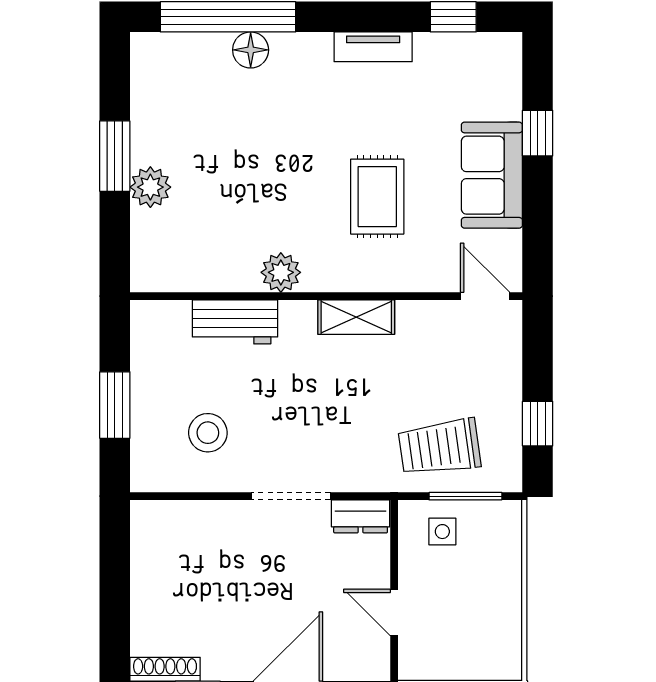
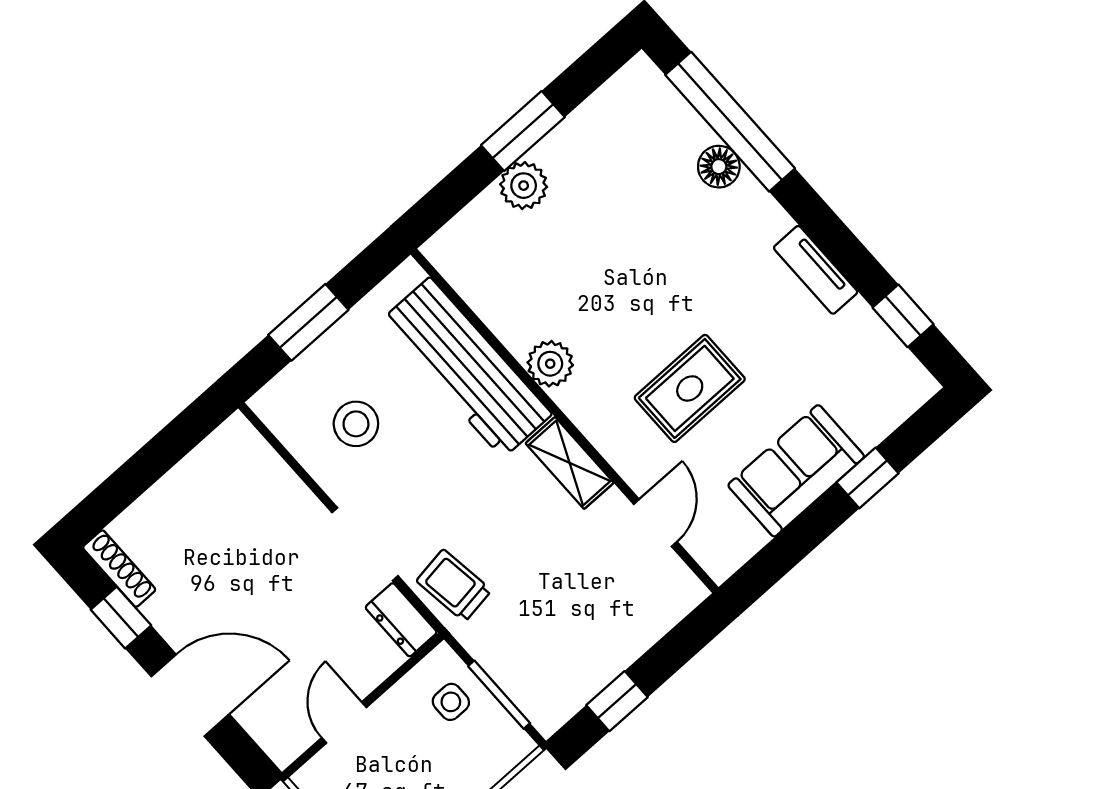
door: (485, 296) -> (655, 523), moved
workbench: (235, 322) -> (466, 368), width x1.88, depth x1.32
trolley: (440, 447) -> (454, 586), moved, width x0.73, depth x0.72

